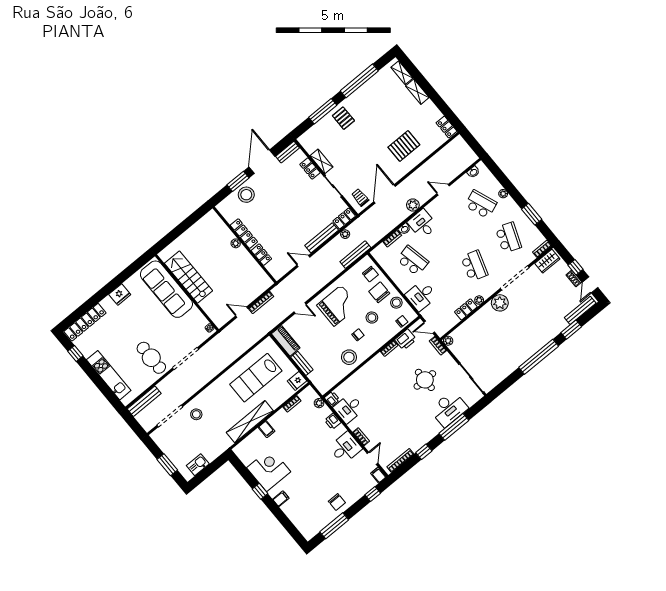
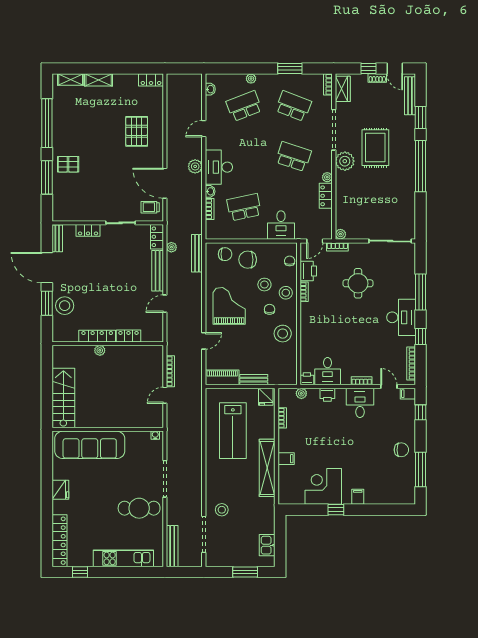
shelving: (321, 161) -> (90, 215), removed
desk: (422, 224) -> (219, 167), width x1.37
stairs: (188, 277) -> (63, 398), moved, turned 90
stool: (396, 303) -> (286, 293), moved
rug: (526, 316) -> (375, 148), added
desk: (449, 409) -> (401, 317), moved

